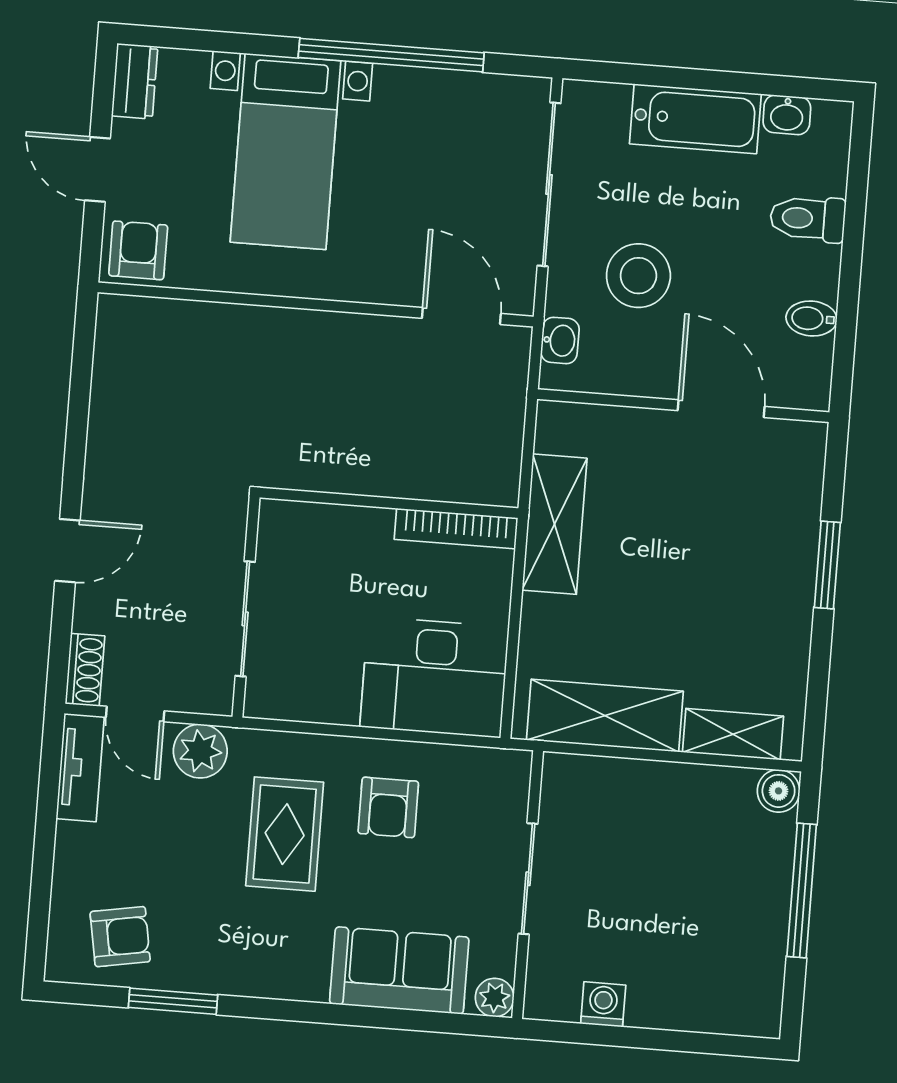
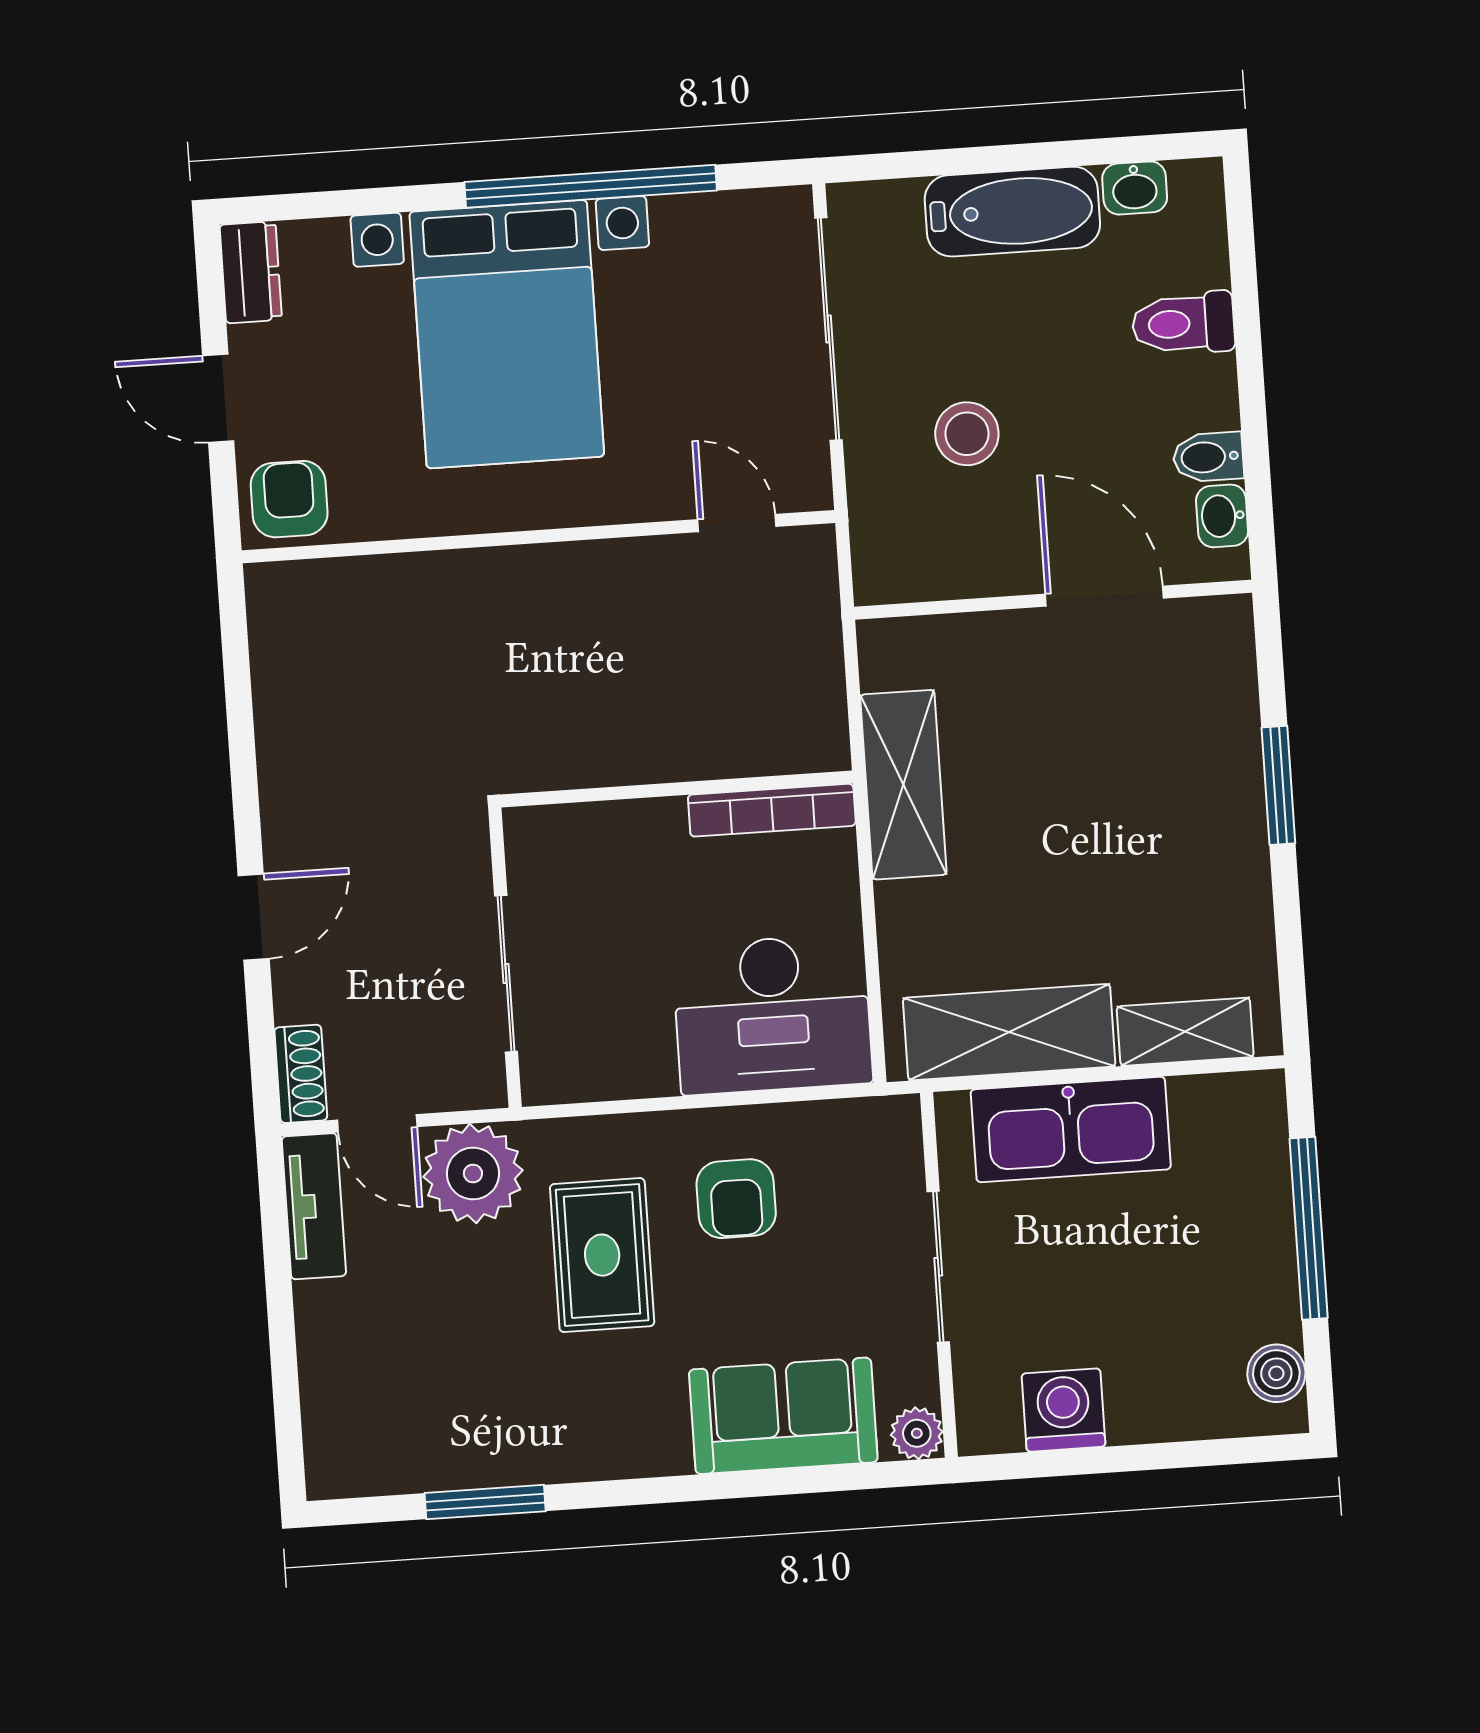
bed with nightstands: (286, 151) -> (507, 334), width x1.36
stool: (638, 276) -> (967, 434), width x0.73, depth x0.73
door: (461, 316) -> (737, 523), width x0.73
washbasin: (560, 340) -> (1222, 516), moved, turned 180
plant: (200, 751) -> (473, 1174), width x1.36, depth x1.36
boiler: (779, 791) -> (1276, 1373), moved
kitchen sink: (639, 793) -> (1071, 1129), added
armchair: (120, 937) -> (401, 1426), removed
washing machine: (603, 1004) -> (1063, 1410), width x1.38, depth x1.38

